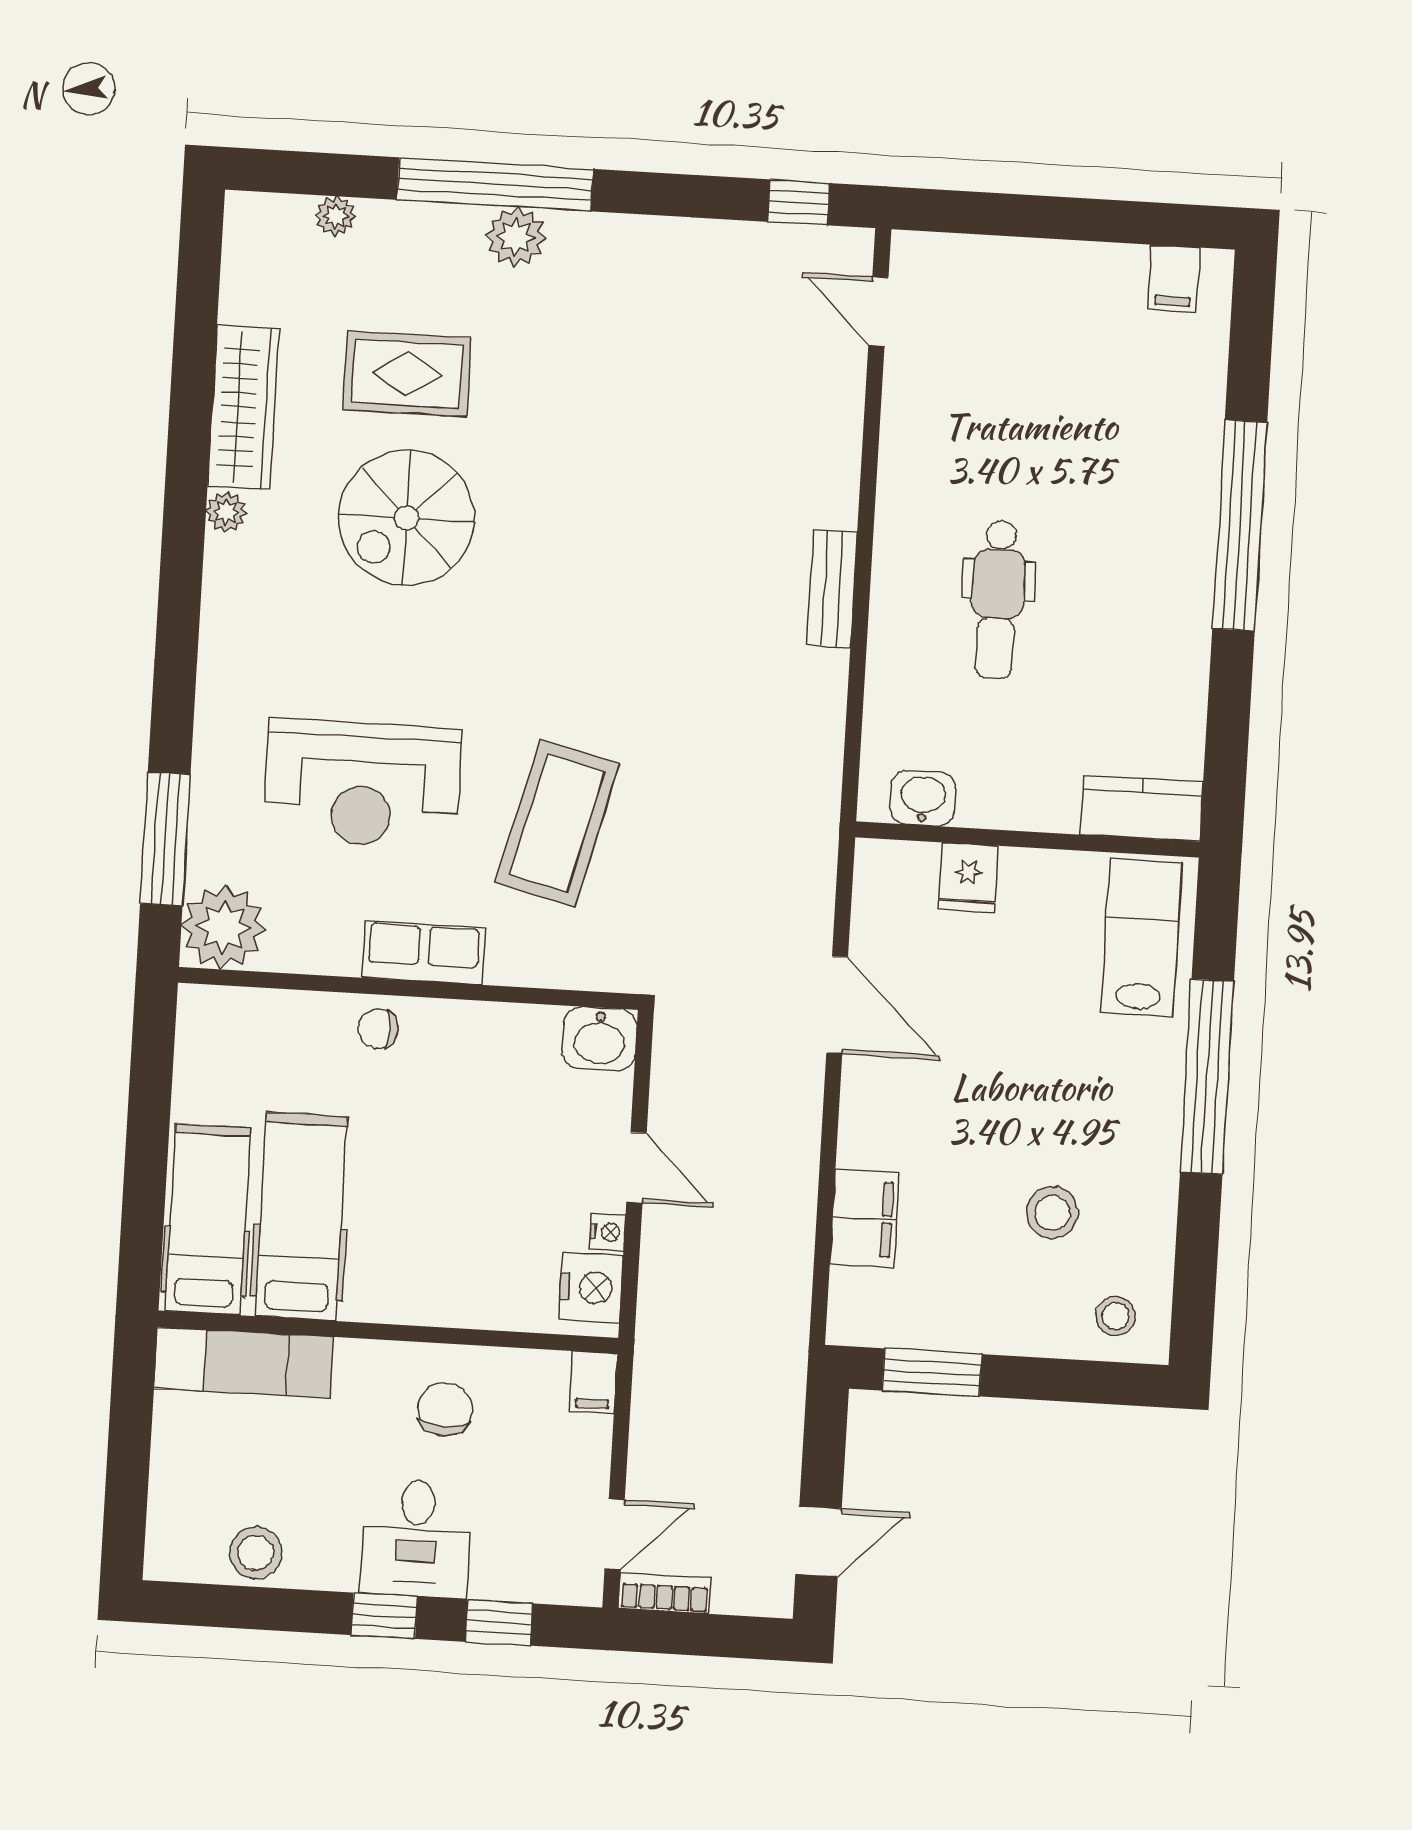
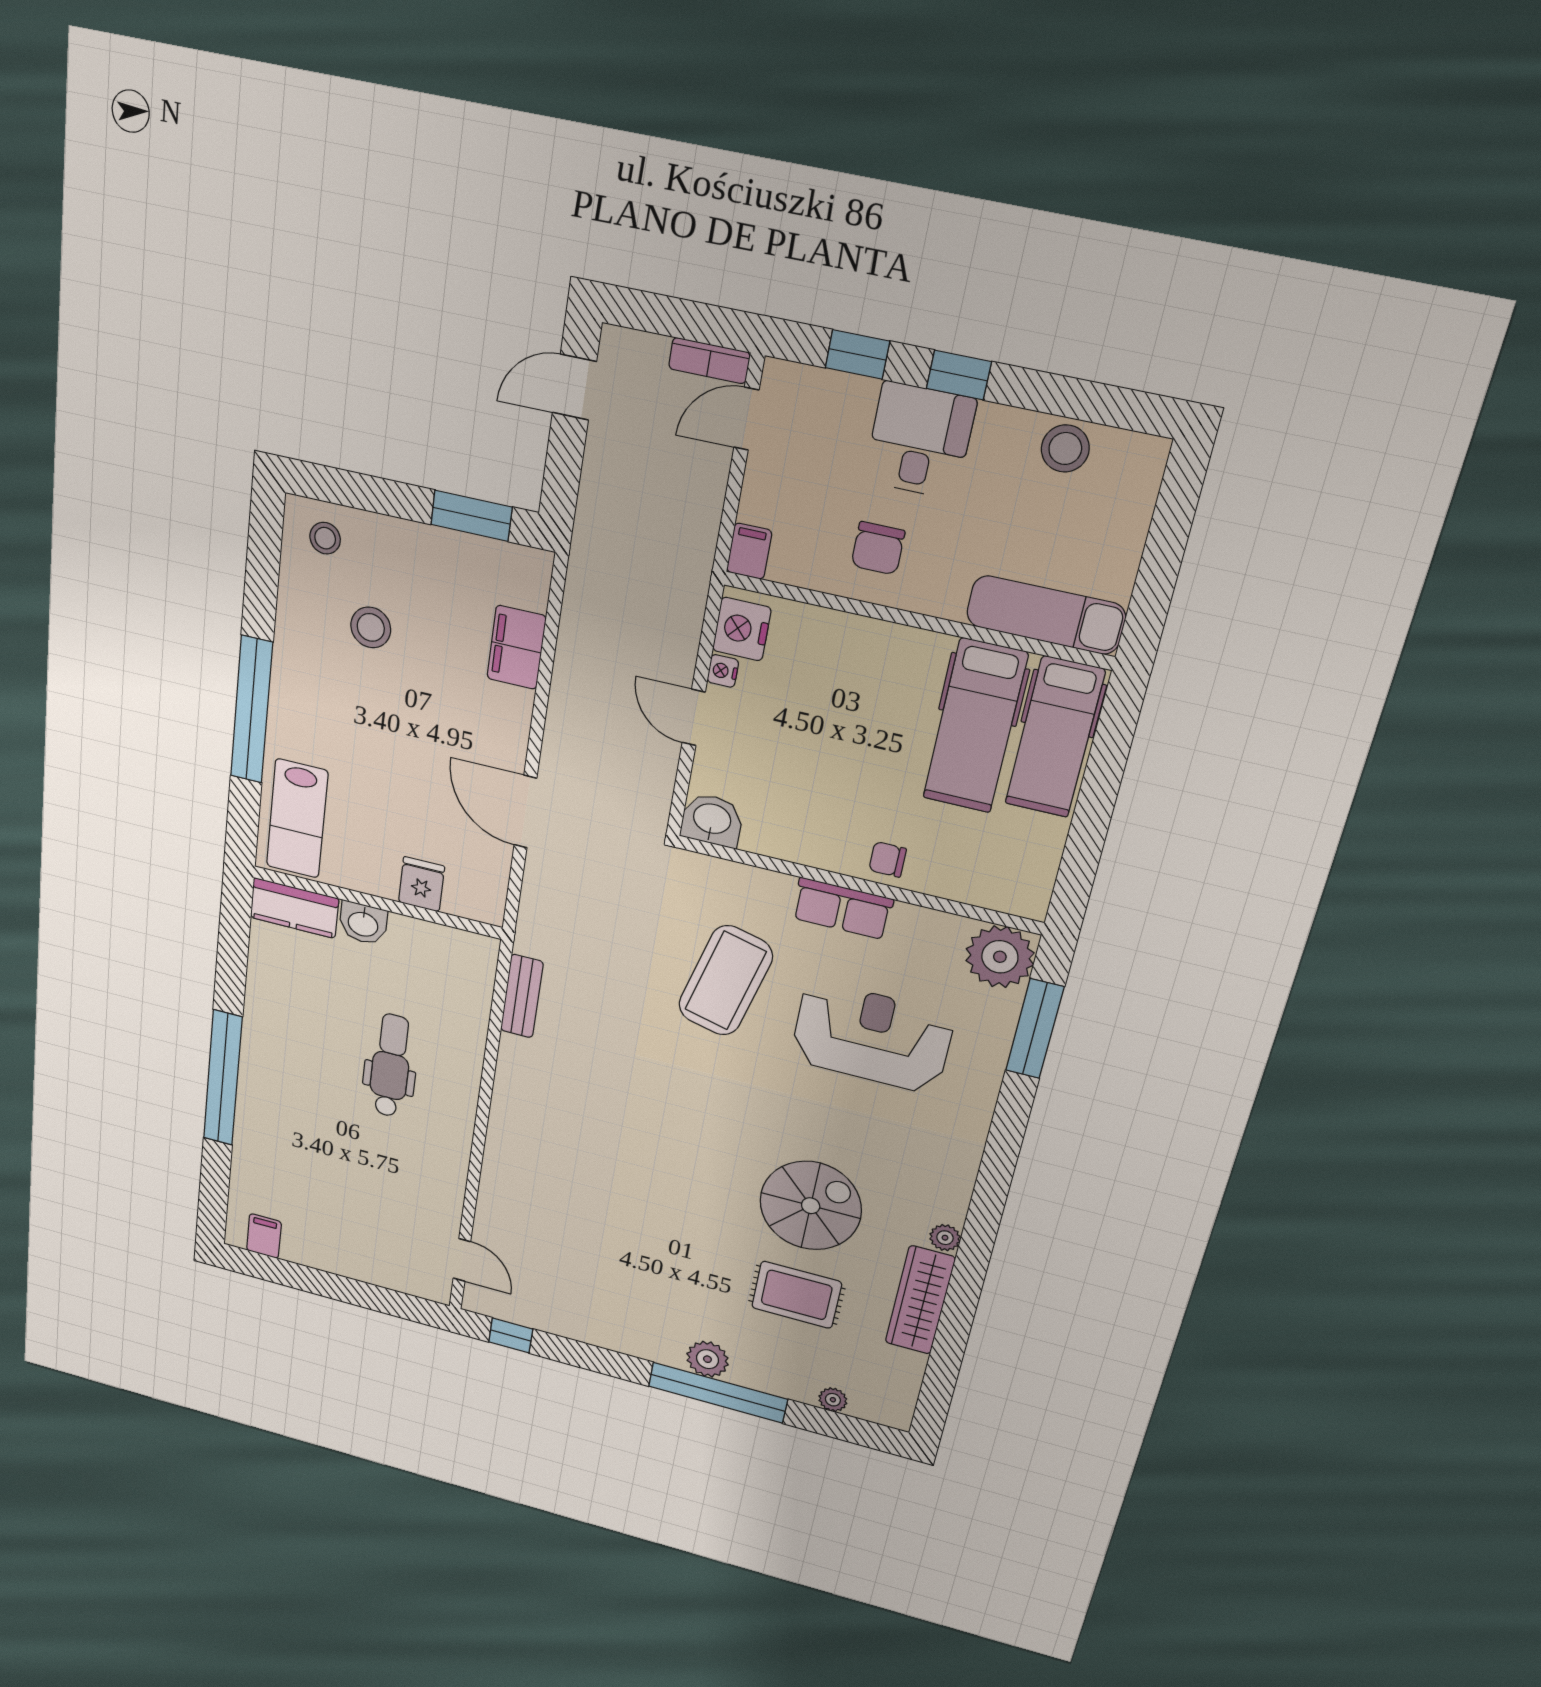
bench: (832, 589) -> (522, 996), moved
washbasin: (923, 798) -> (363, 923), moved
chair: (378, 1029) -> (888, 859), turned 180

